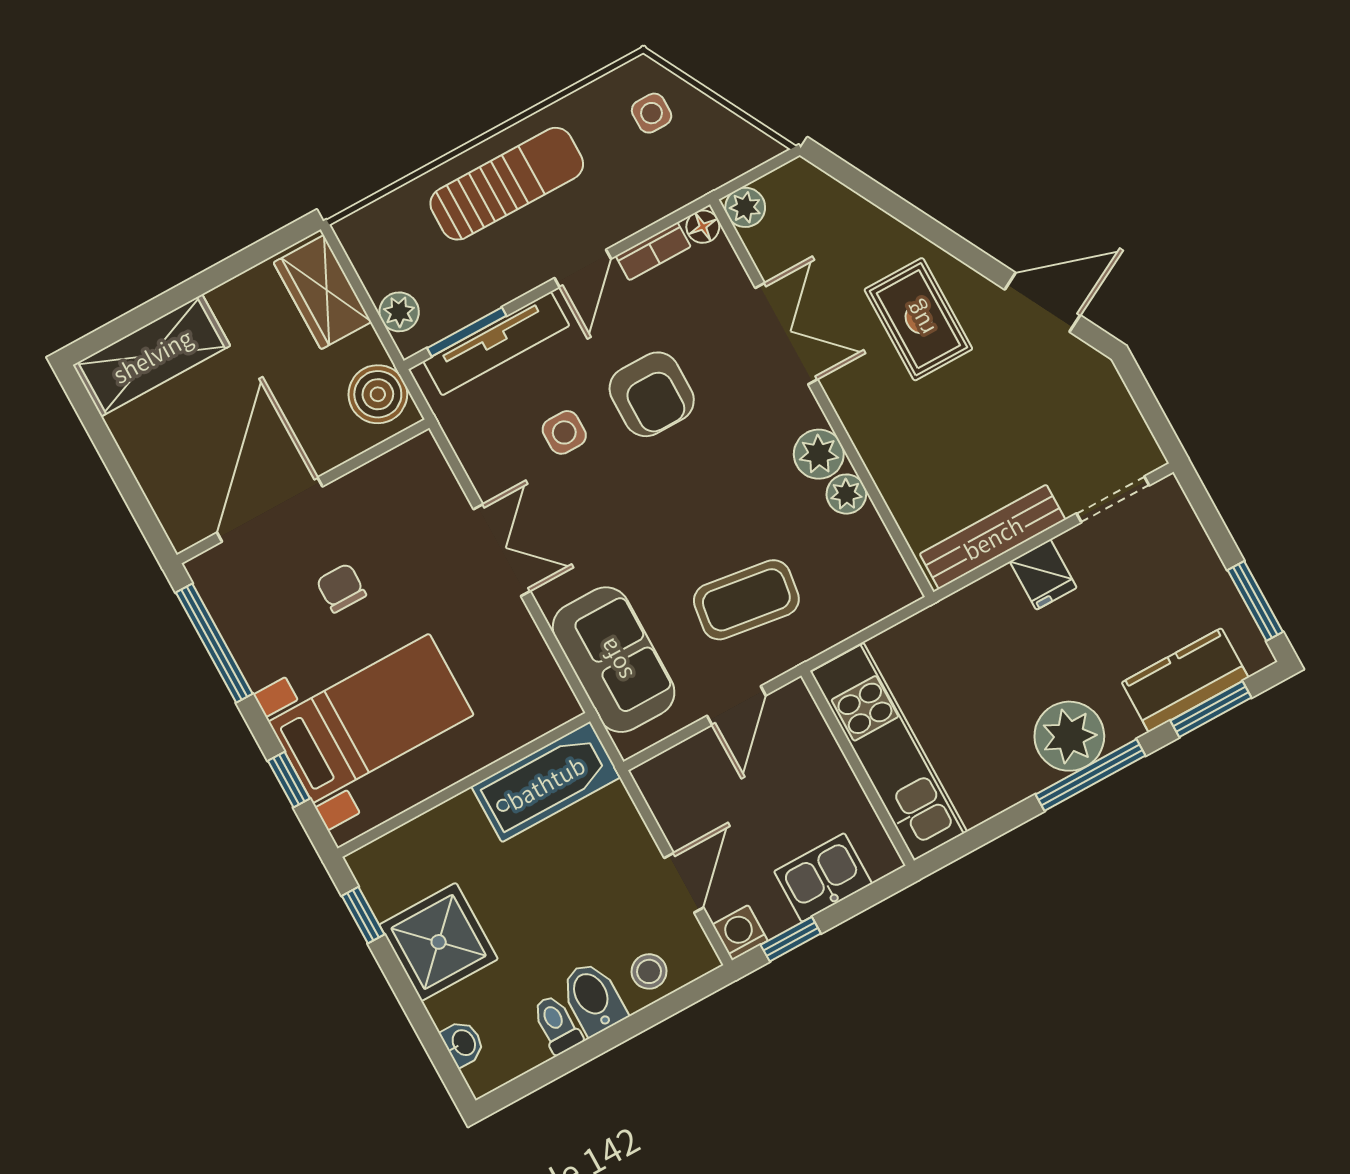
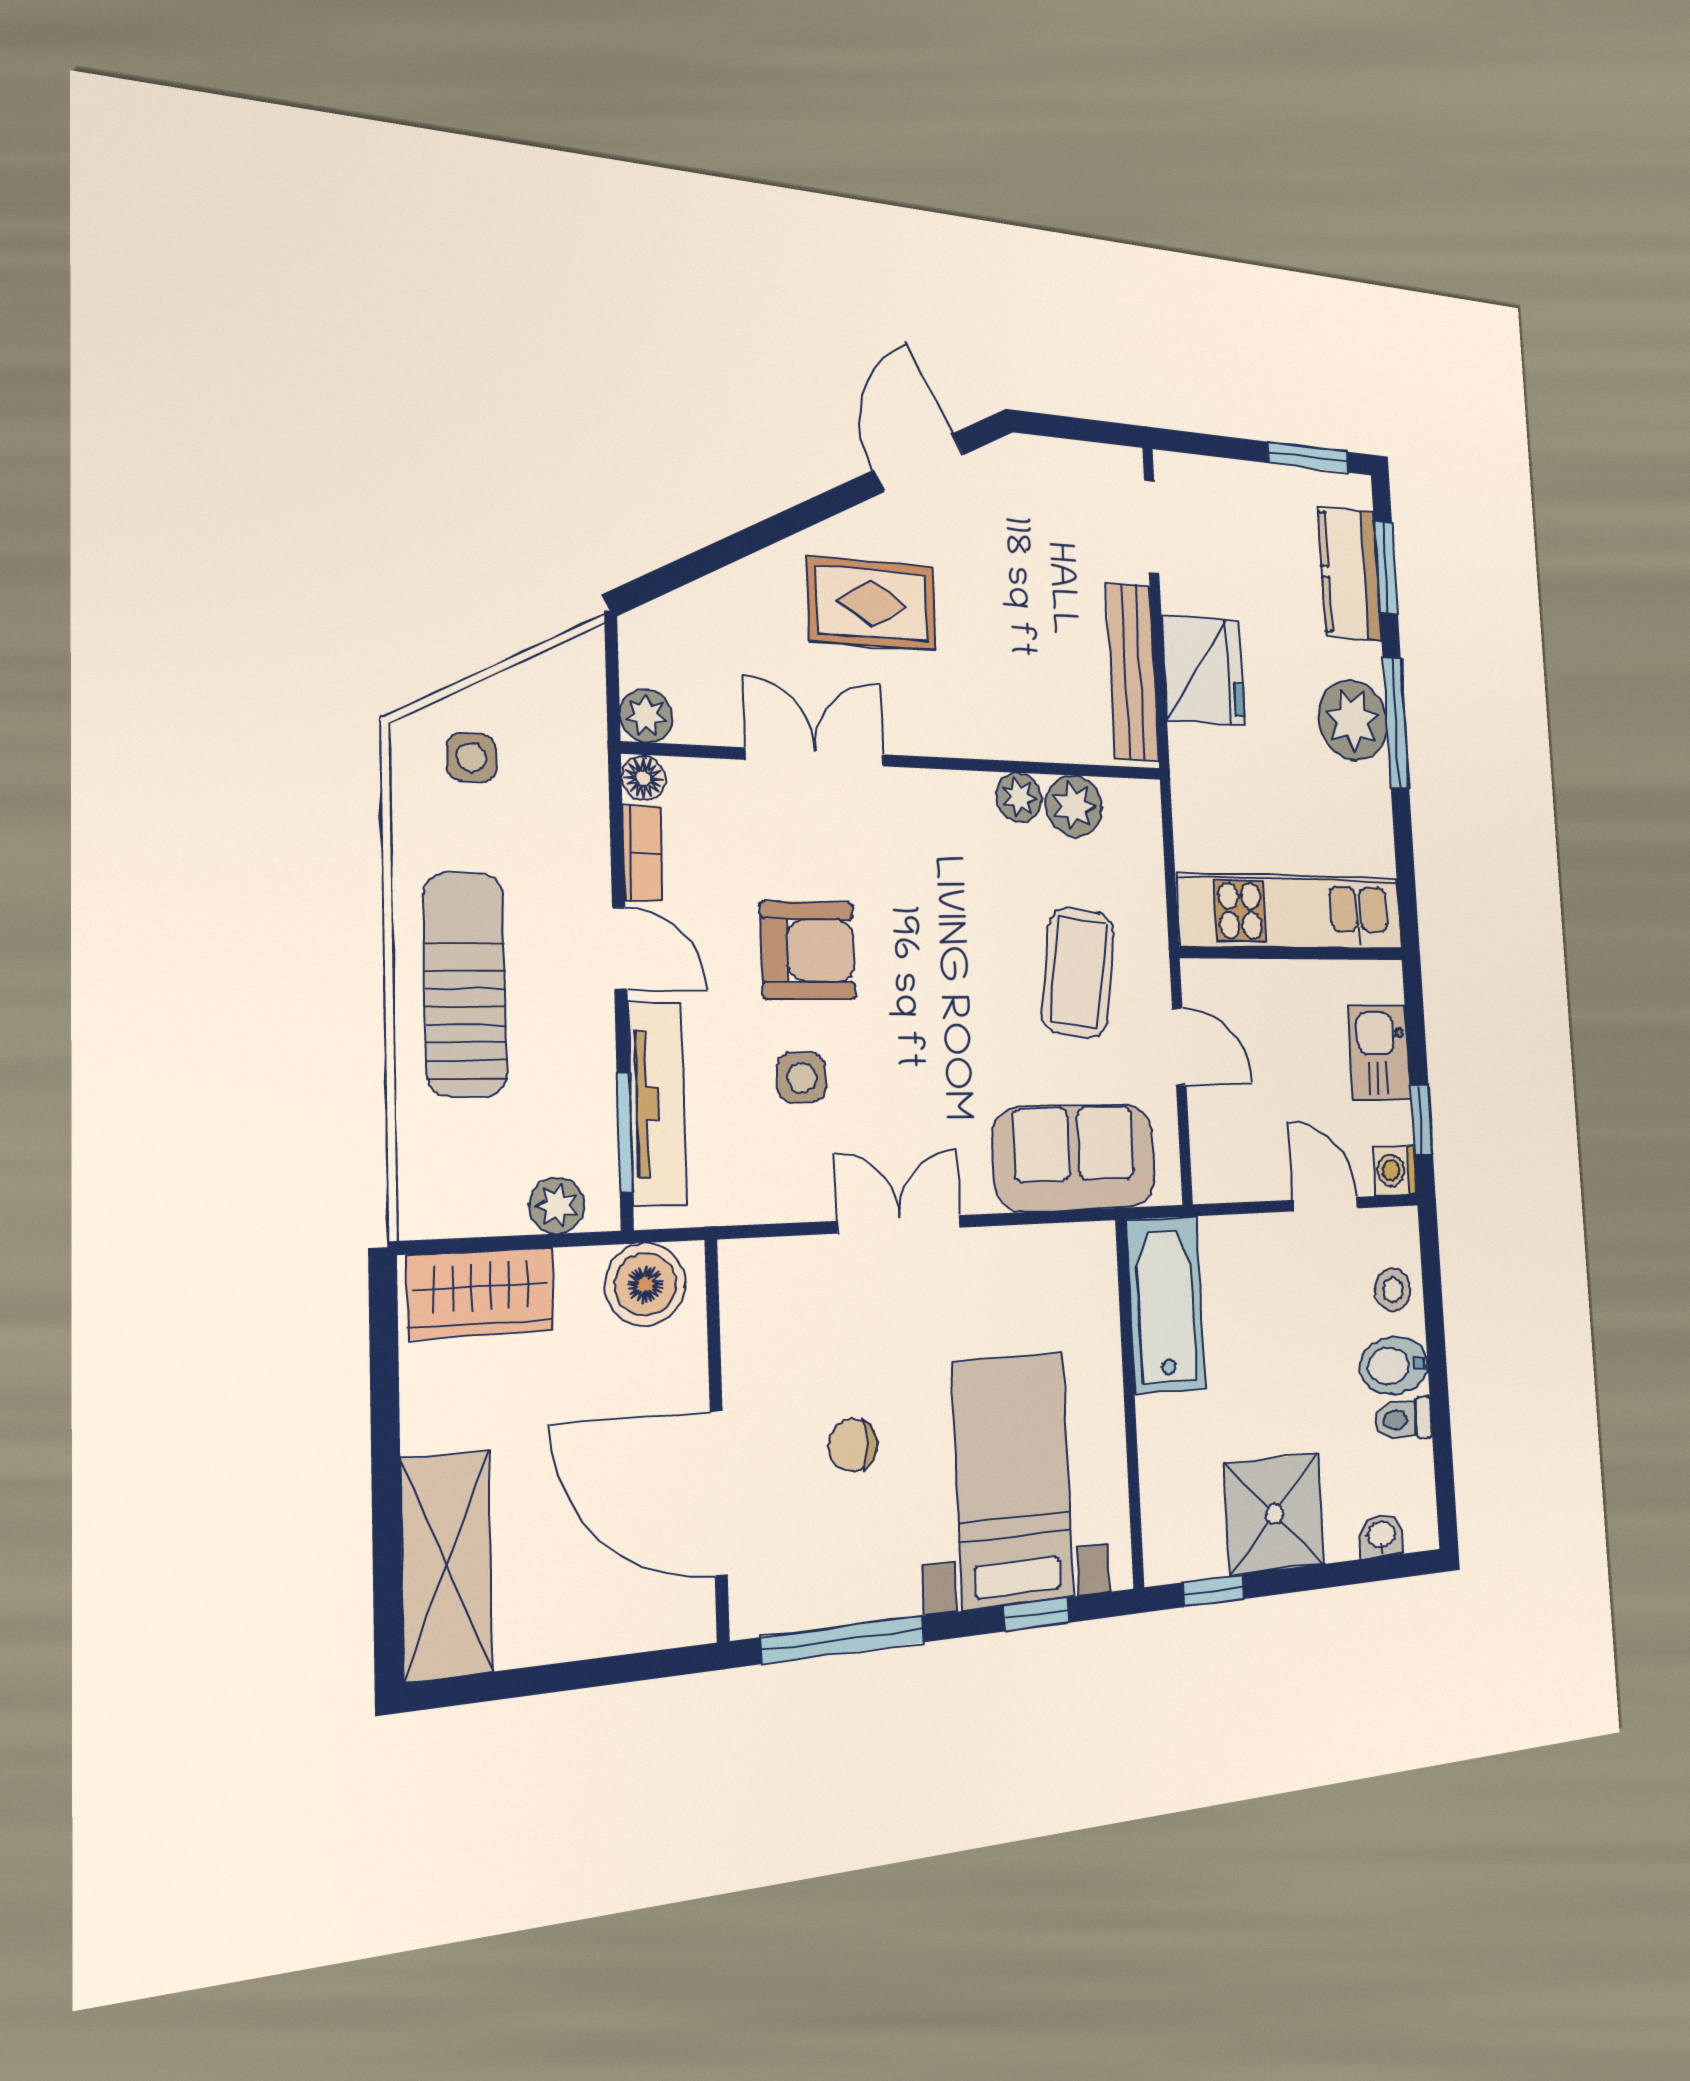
plant: (819, 454) -> (1074, 806), moved
fridge: (1043, 575) -> (1203, 670), width x1.88, depth x1.34

